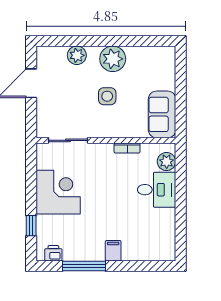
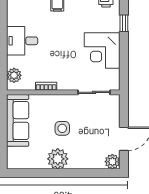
plant: (77, 55) -> (112, 162), moved
sofa: (162, 114) -> (18, 120), width x1.36
desk: (157, 190) -> (22, 41), moved

